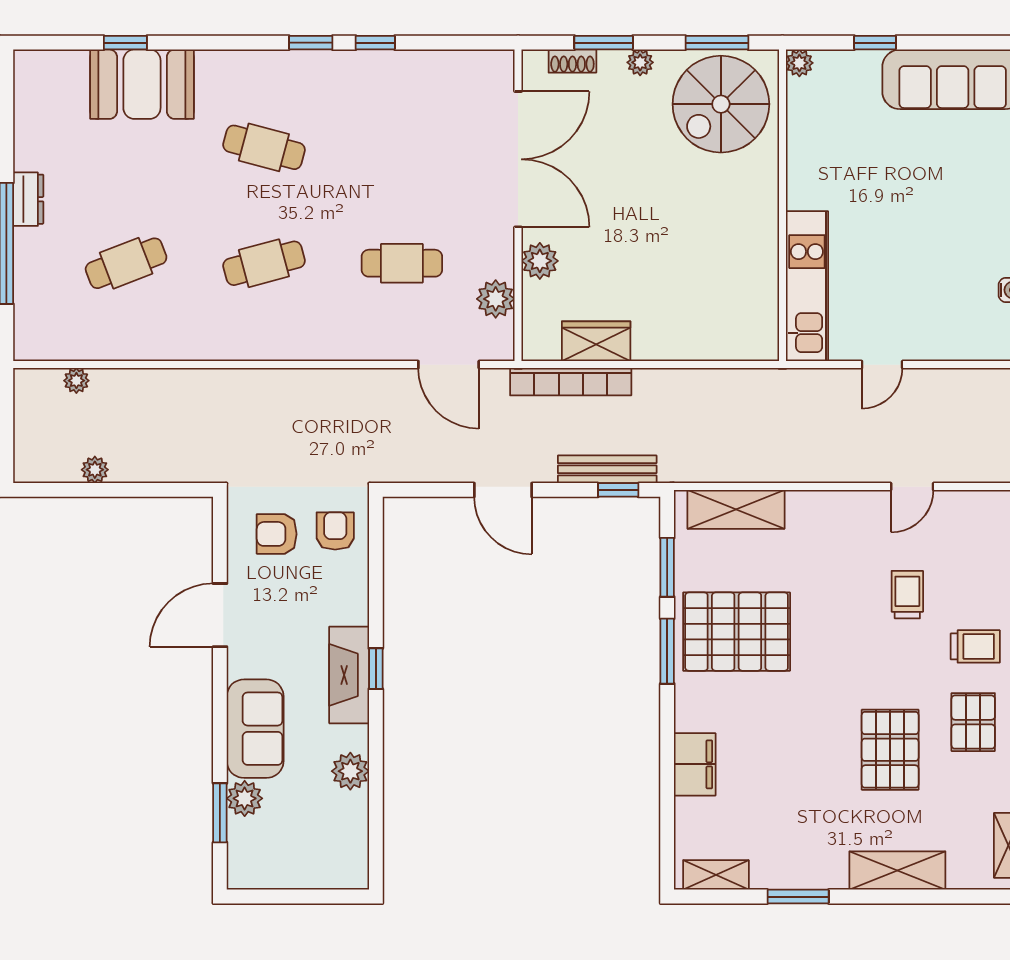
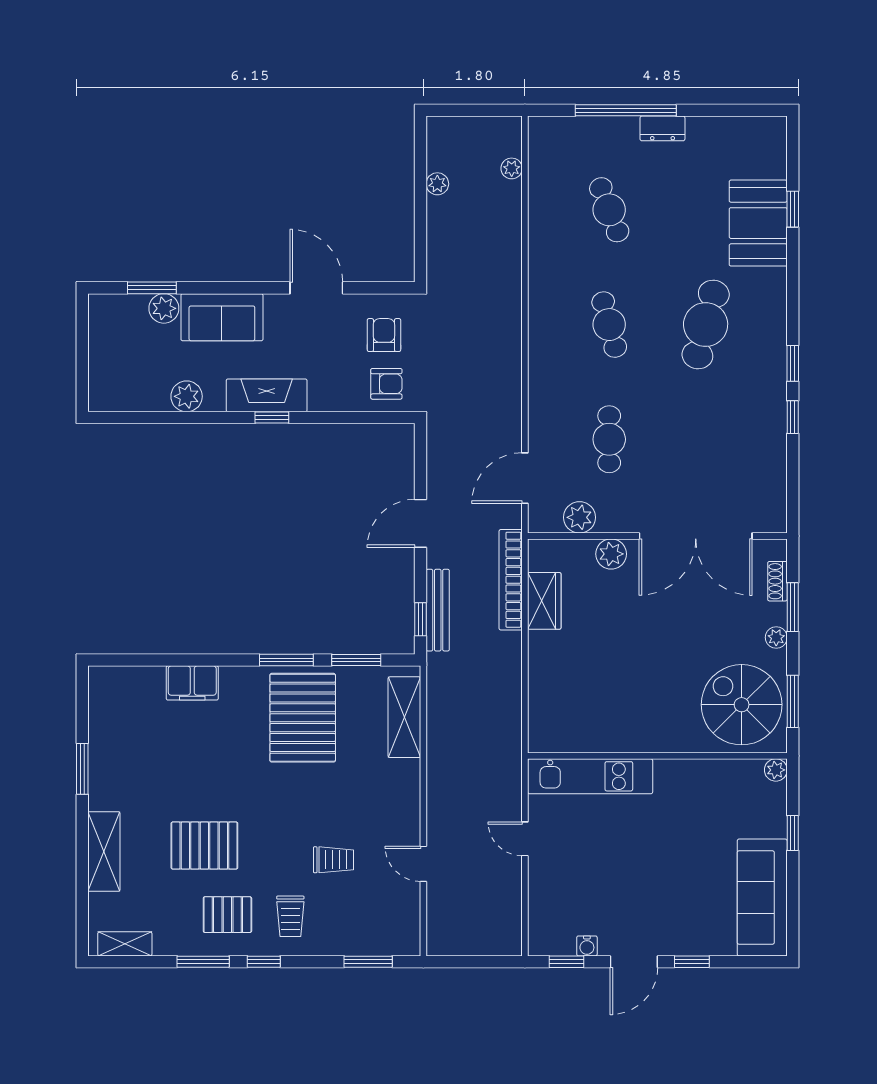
cafe table: (264, 147) -> (706, 325), width x1.37, depth x1.35
shelving: (716, 875) -> (100, 701), removed

